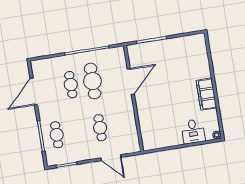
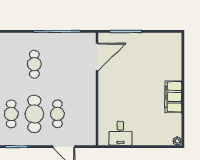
cafe table: (93, 81) -> (34, 114), moved
door: (131, 82) -> (97, 57), moved
desk: (193, 131) -> (120, 133), moved

